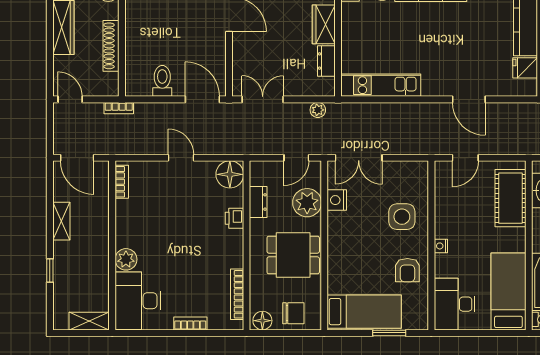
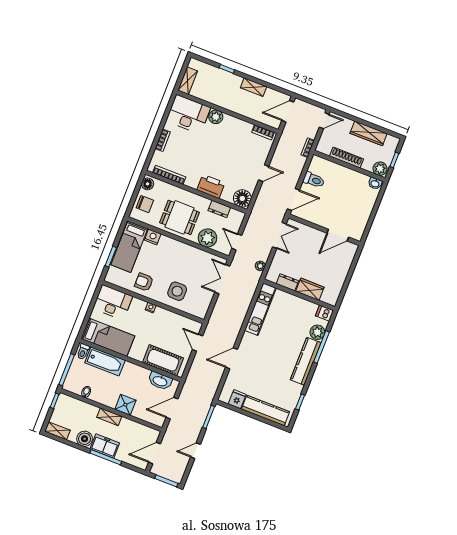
nightstand: (337, 200) -> (153, 237), moved
printer: (234, 218) -> (211, 186), width x1.87, depth x1.48
dining table: (293, 255) -> (180, 217), turned 90
chair: (293, 313) -> (145, 204), turned -90

